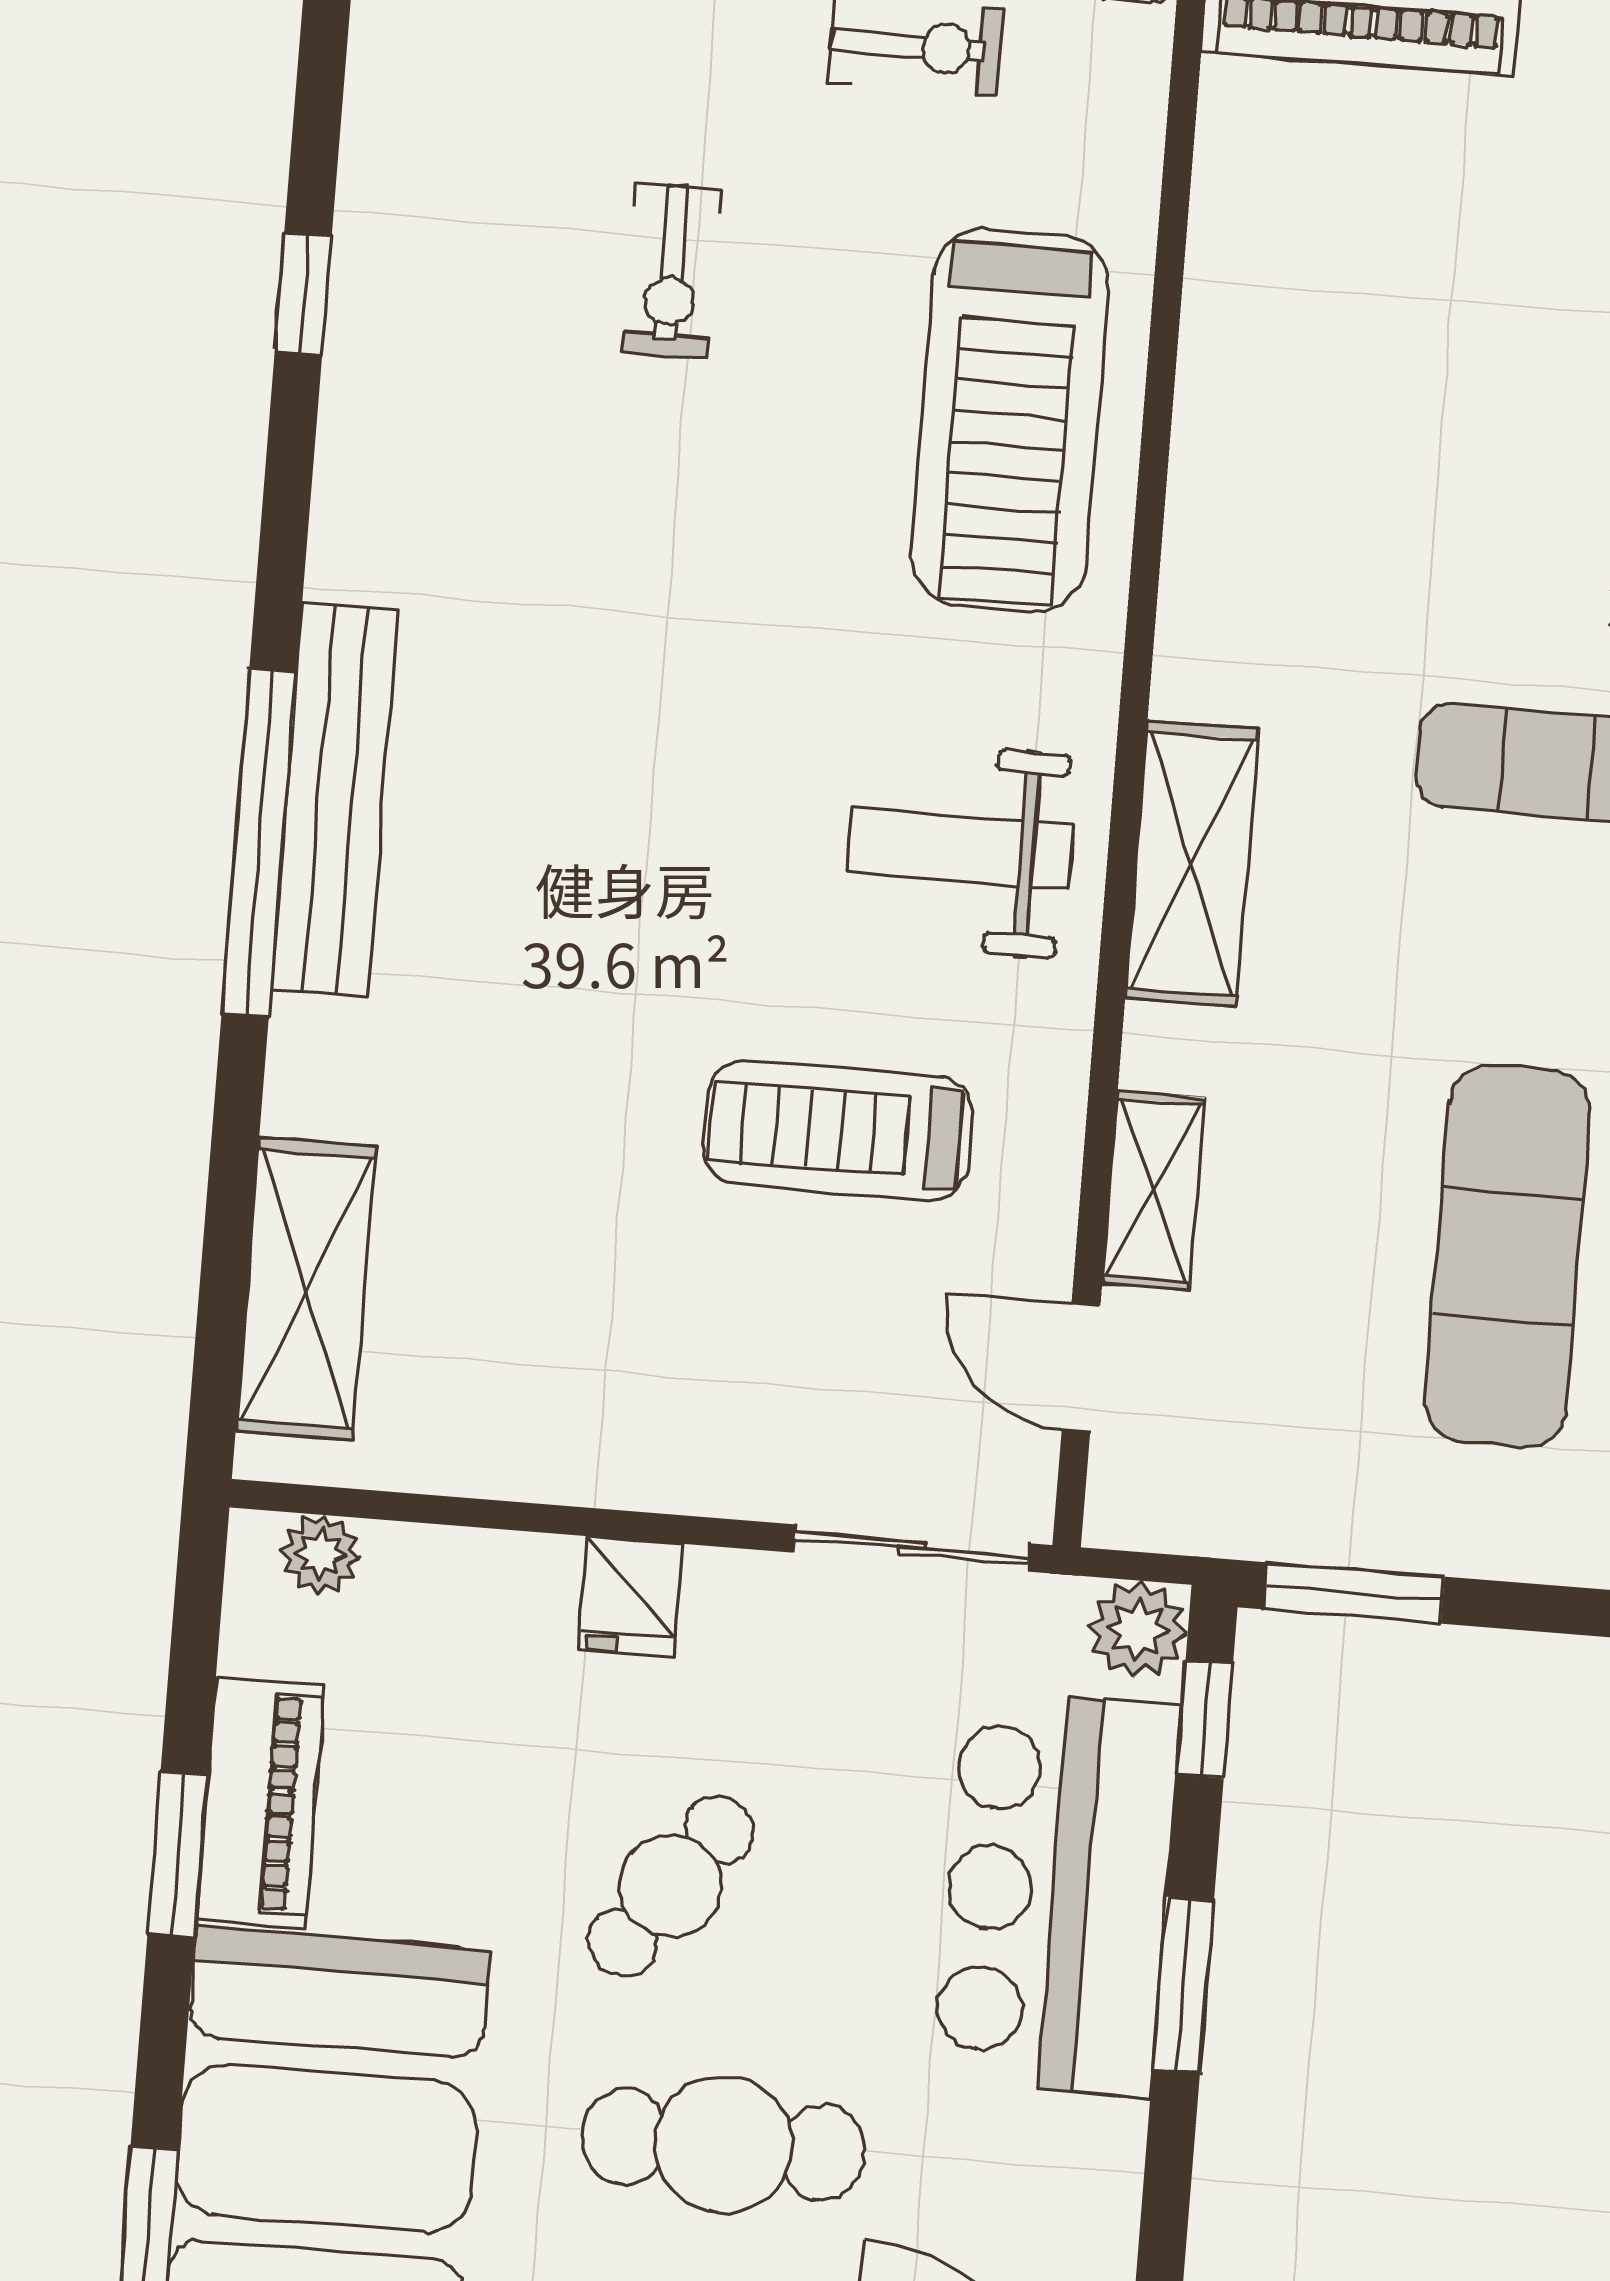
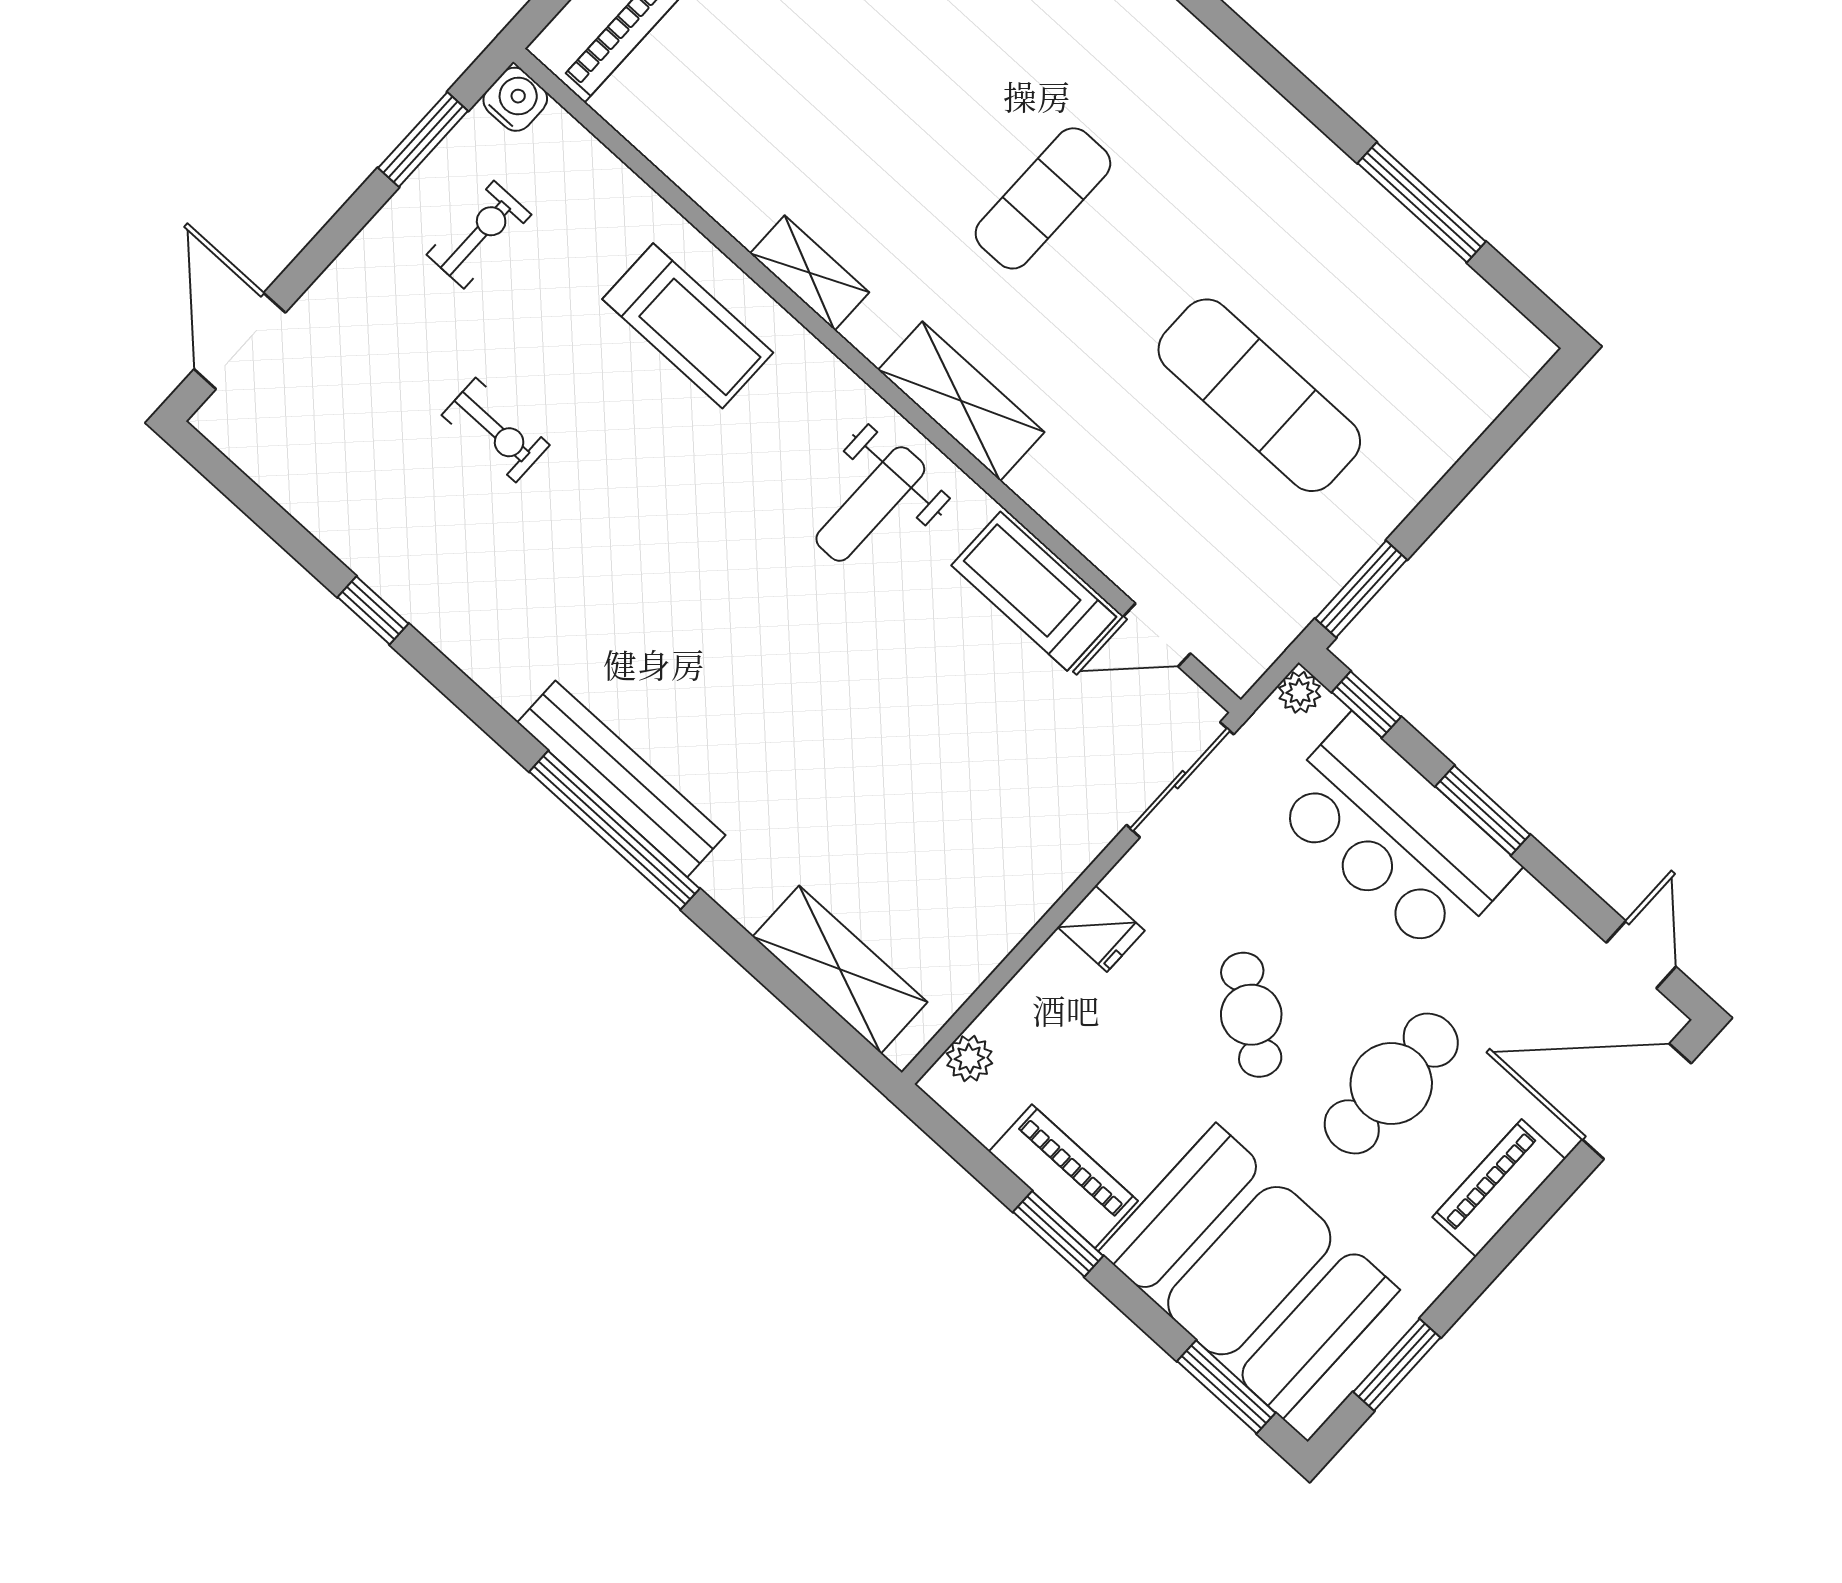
treadmill: (1010, 420) -> (688, 326), width x0.73, depth x0.73
treadmill: (838, 1130) -> (1034, 591), moved, turned 90
shelving: (1153, 1190) -> (810, 273), moved
plant: (1138, 1630) -> (1300, 692), width x0.73, depth x0.73

